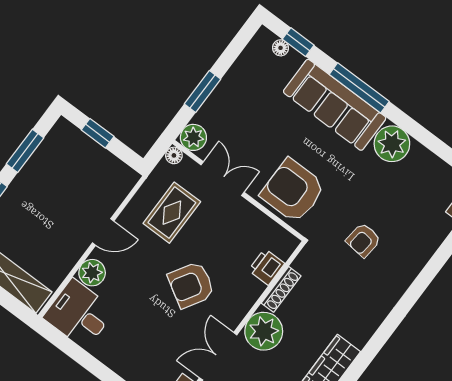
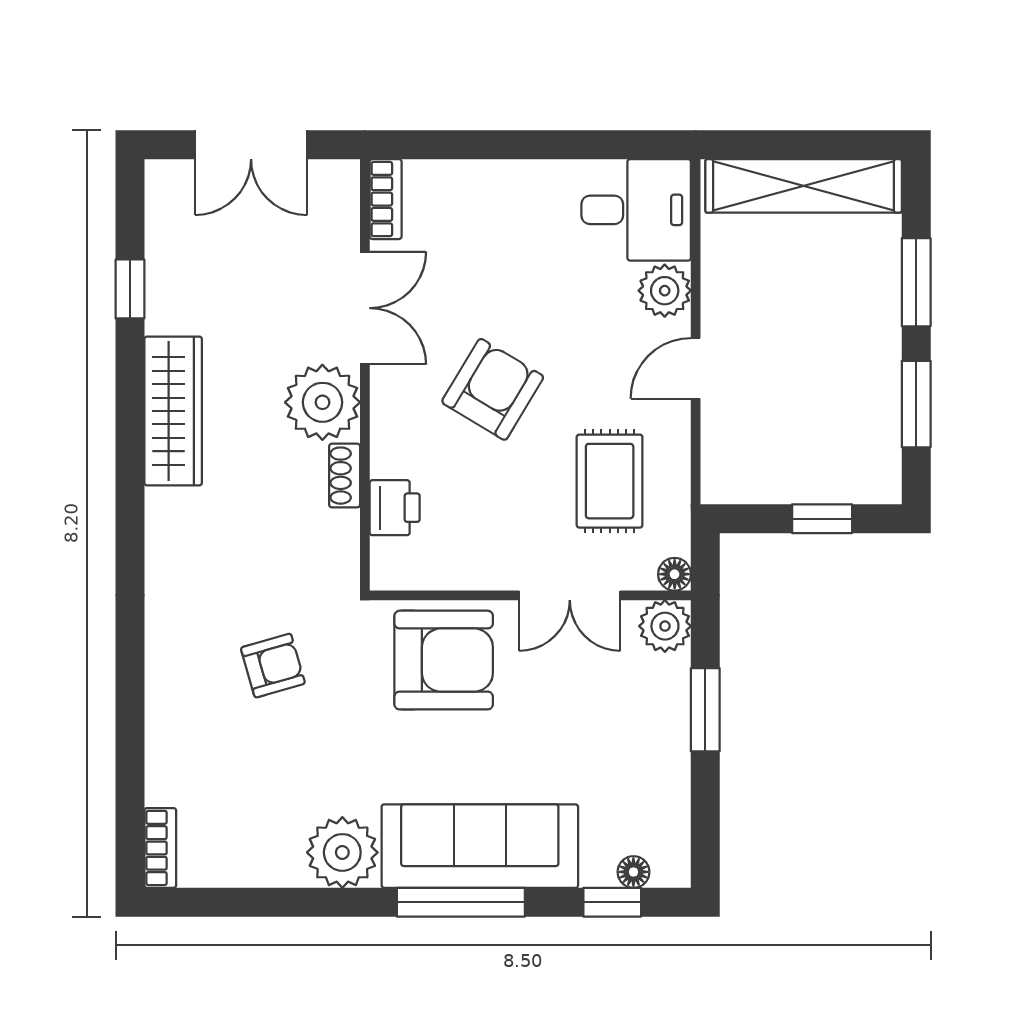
armchair: (363, 240) -> (273, 666), turned 68
shoe rack: (281, 289) -> (345, 476), width x0.70

